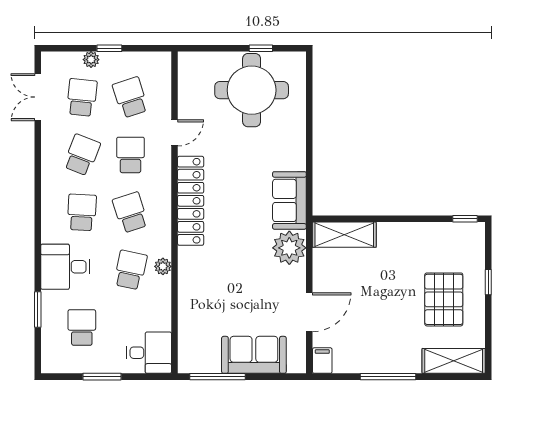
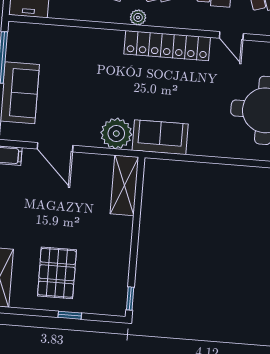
plant: (163, 266) -> (138, 17), moved
pallet: (444, 299) -> (57, 273), turned 90

